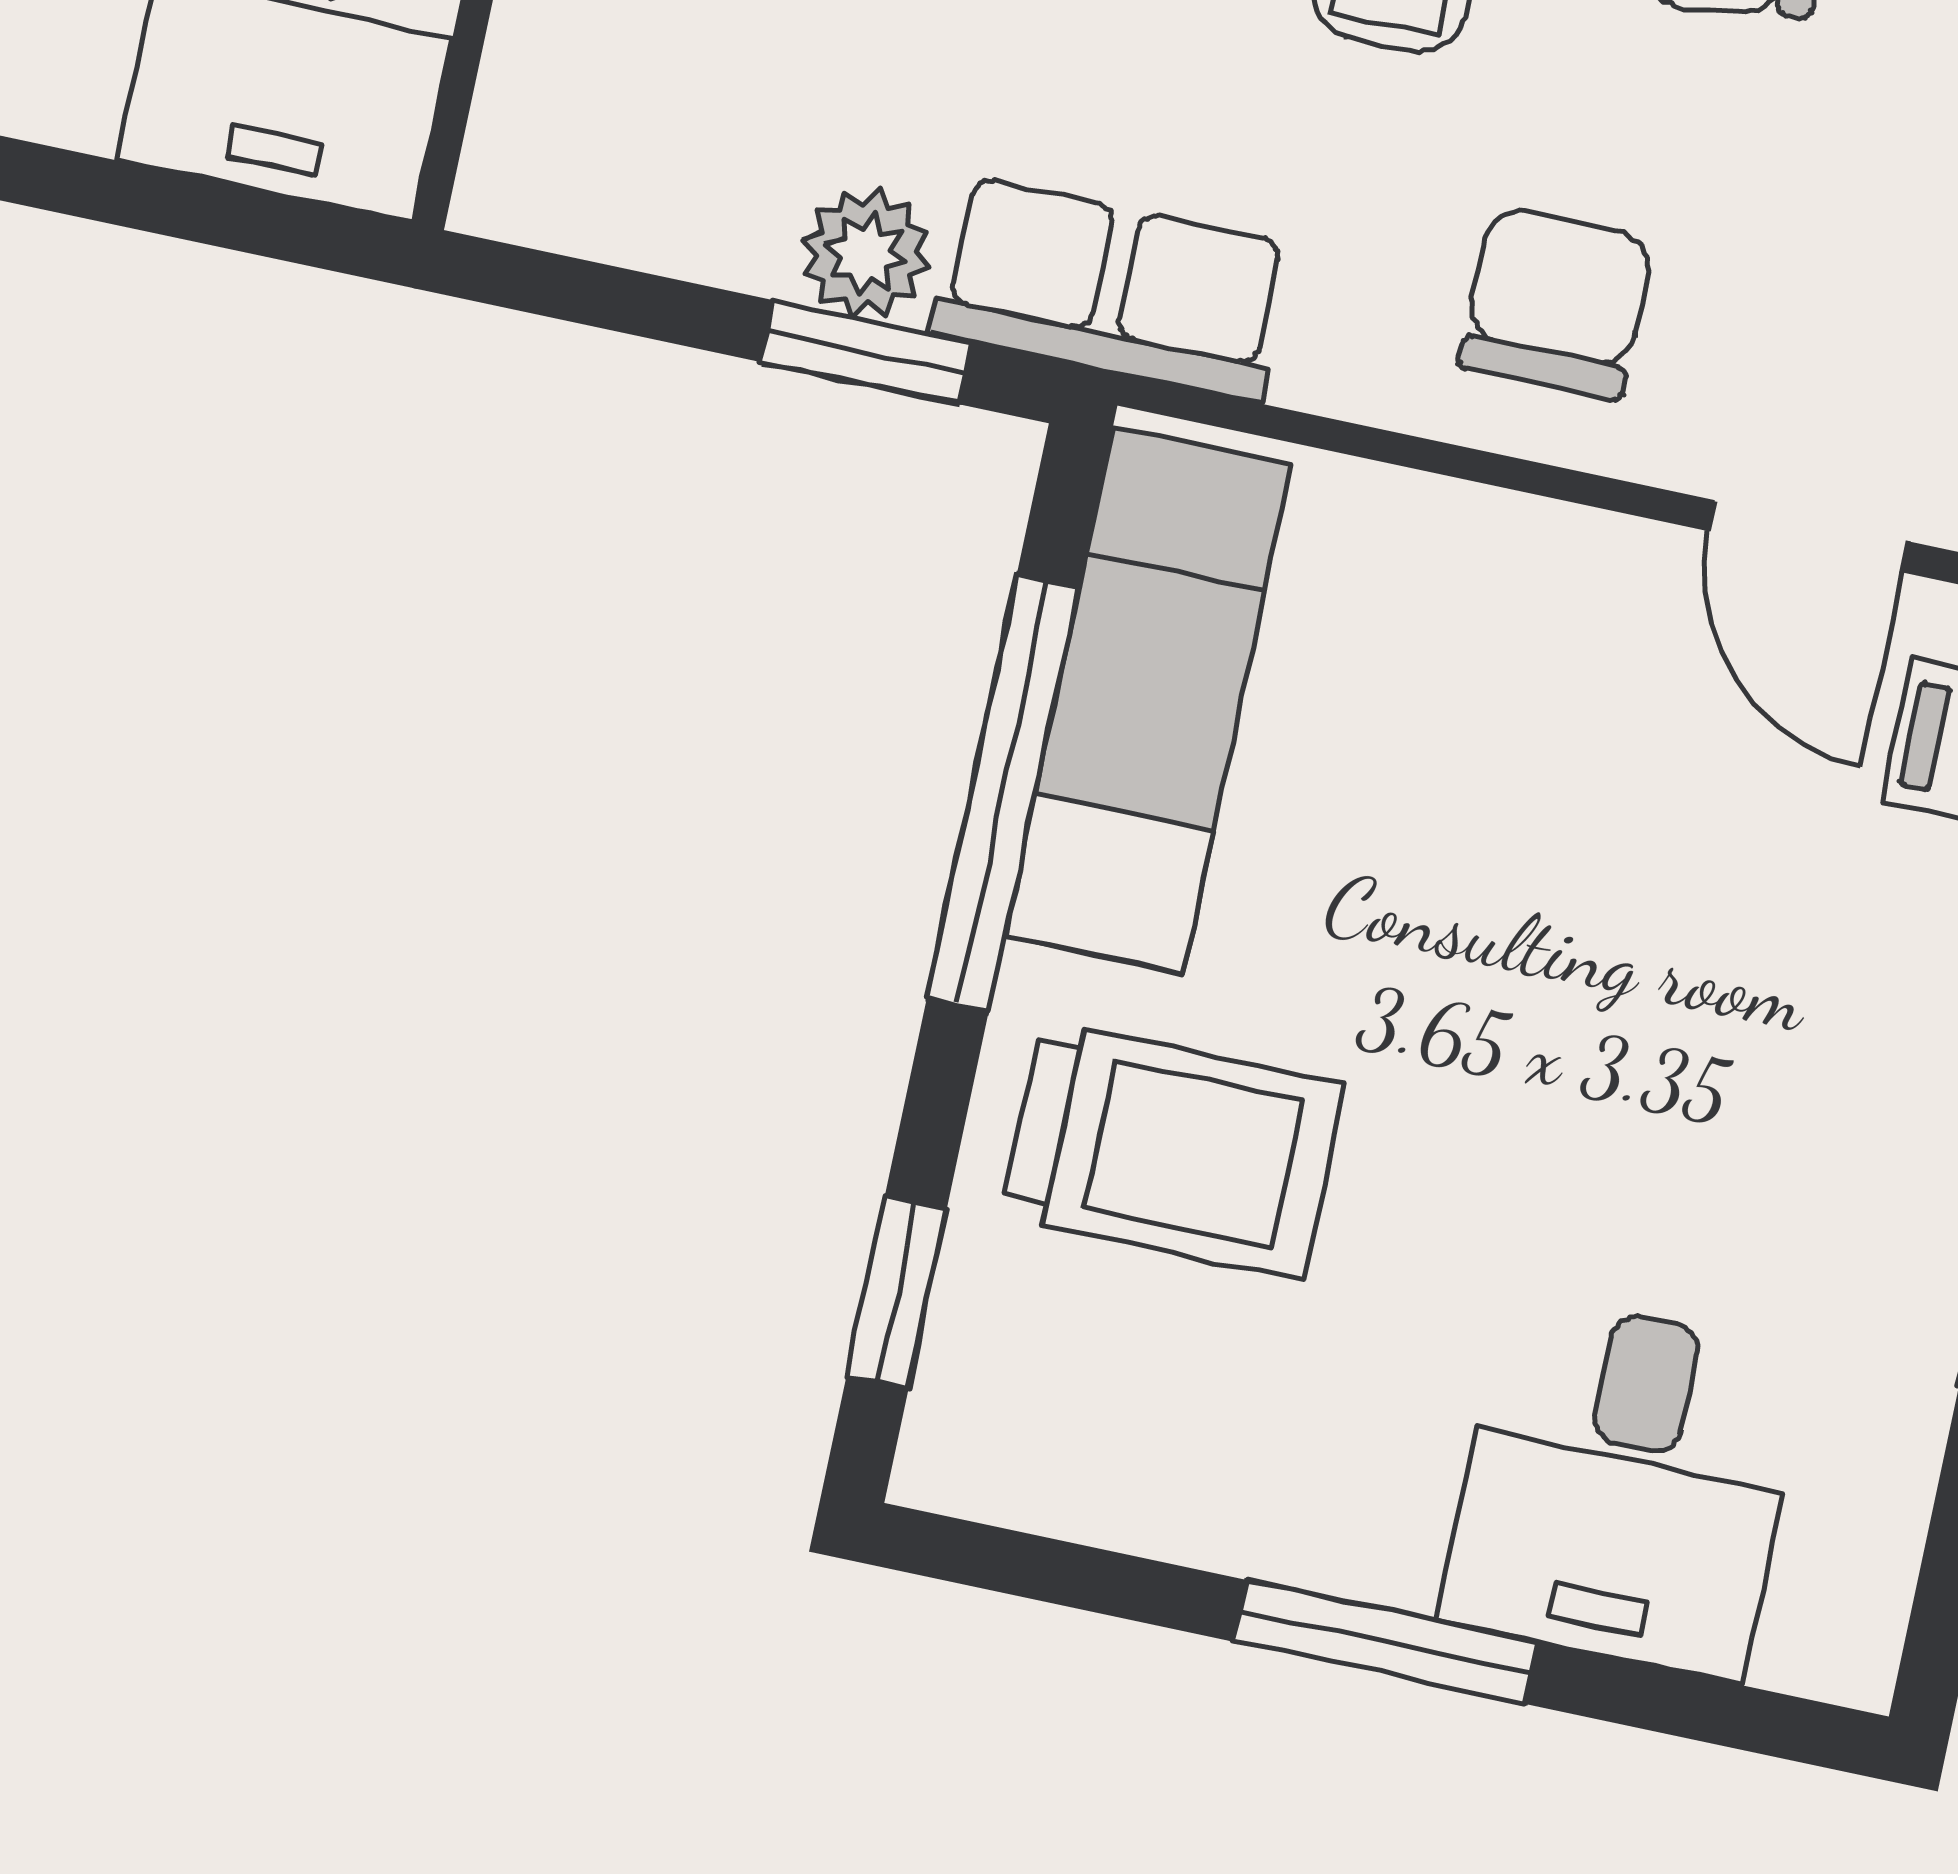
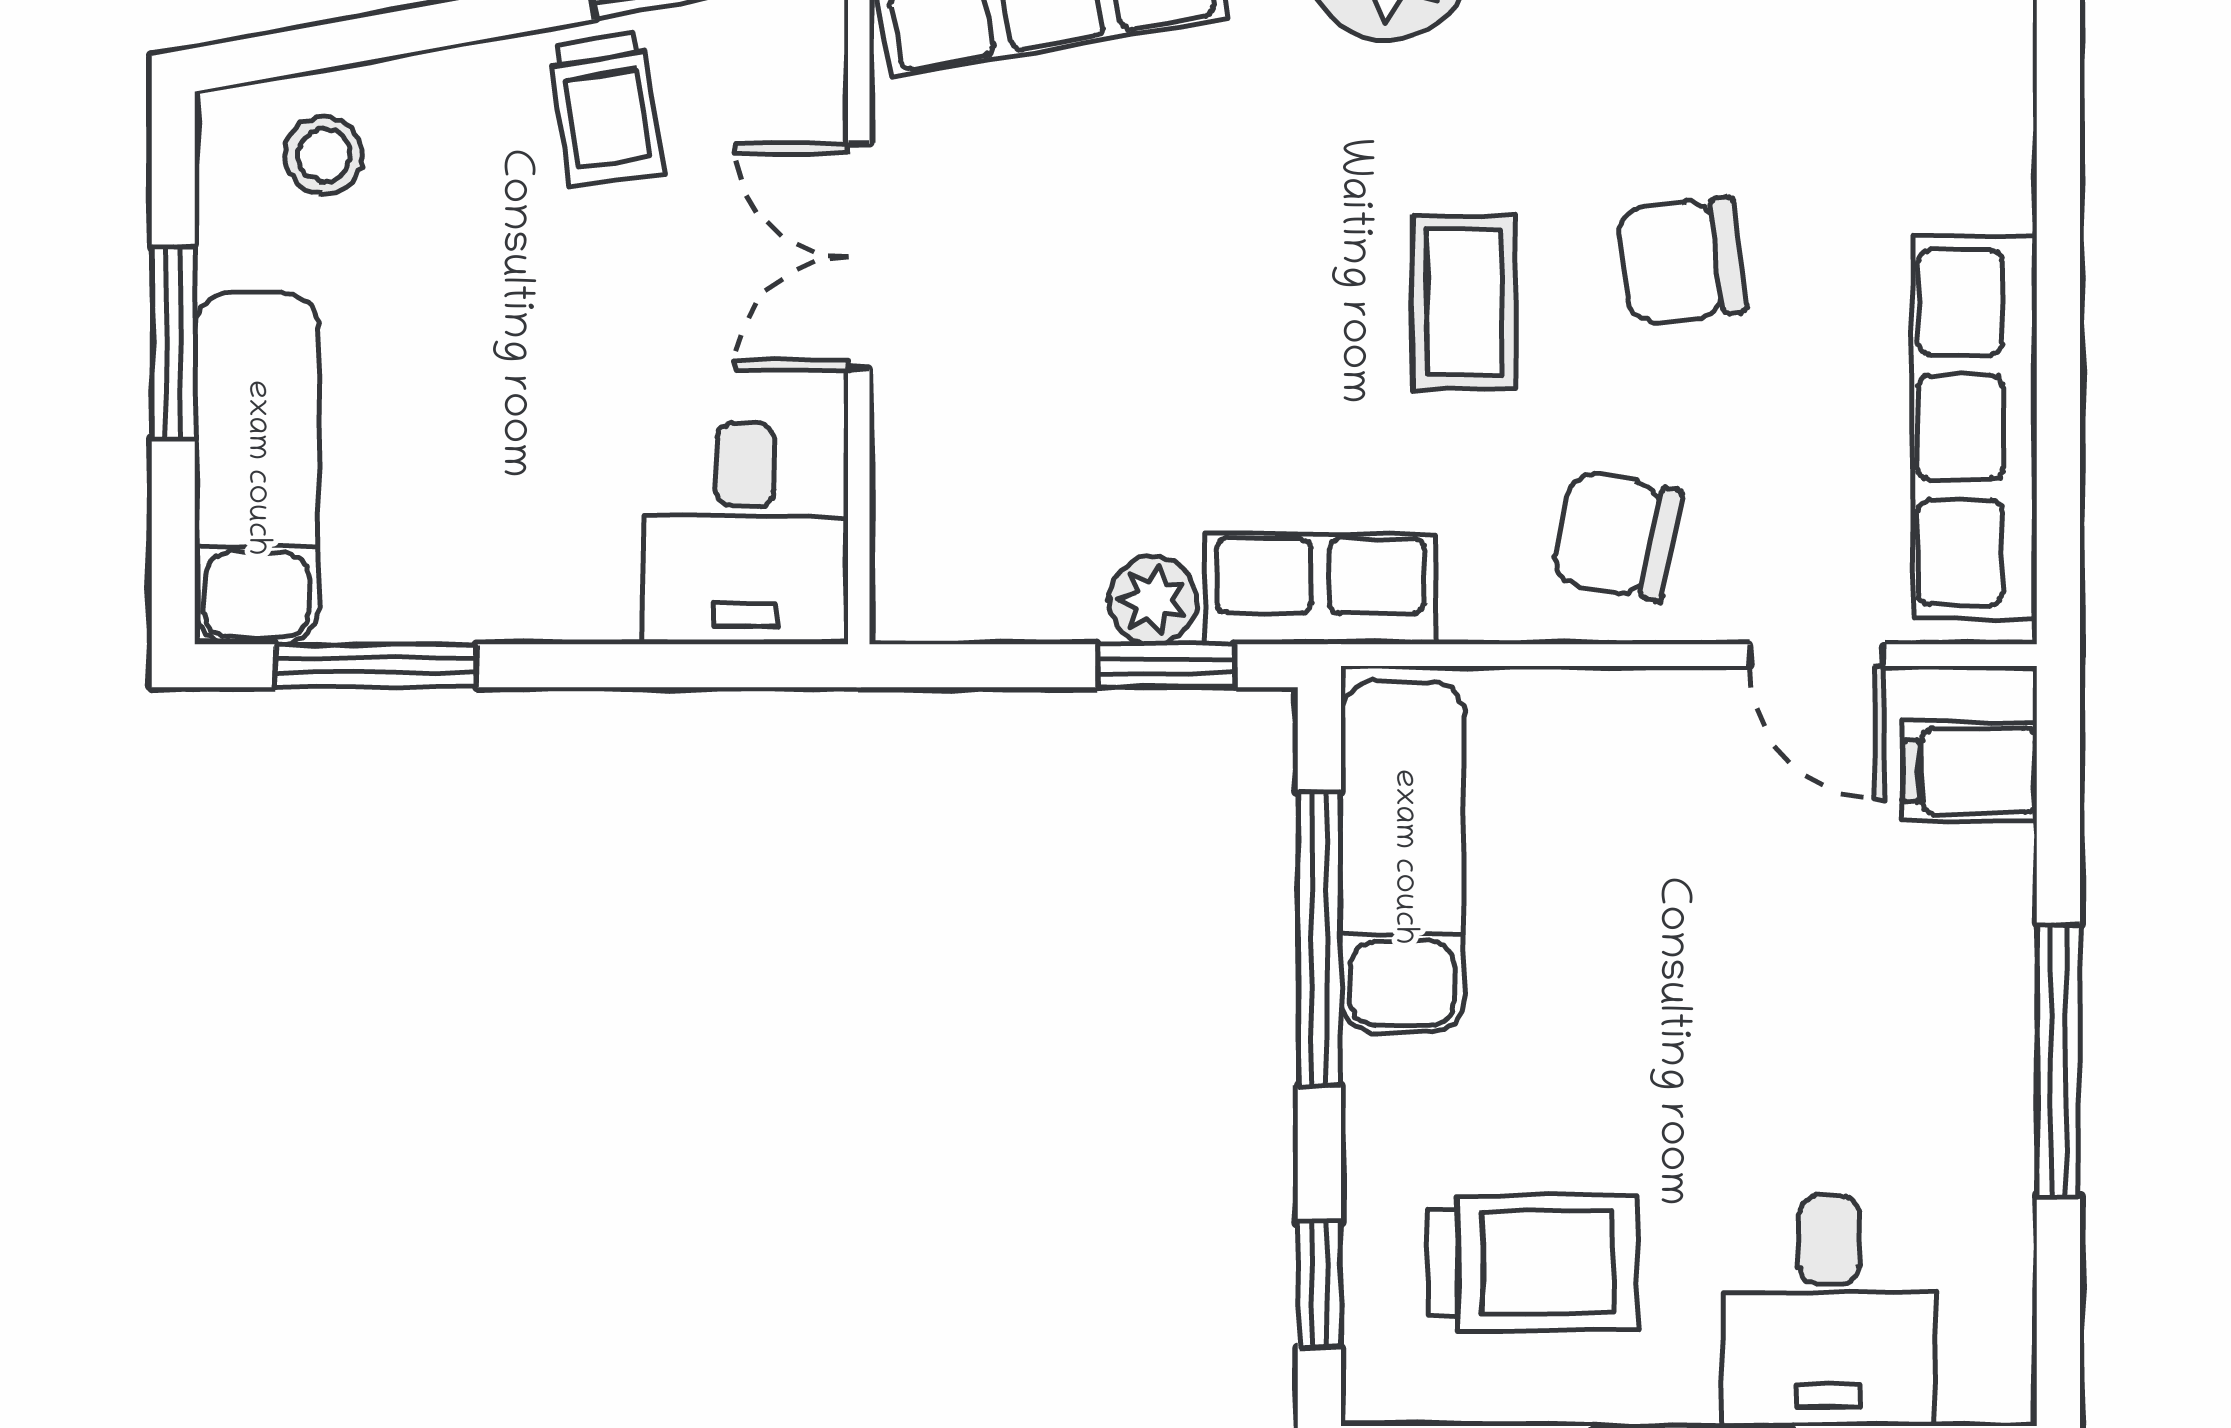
chair: (1556, 303) -> (1617, 536), turned -79
trolley: (1172, 1150) -> (1533, 1263), moved

